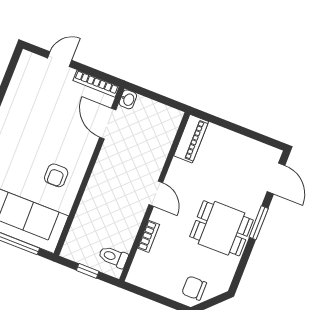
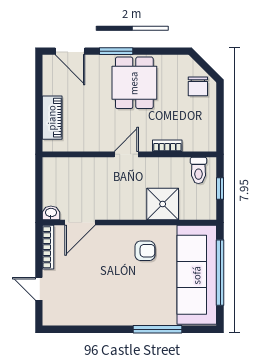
piano: (191, 139) -> (52, 118), moved, turned 90
door: (276, 178) -> (70, 51), swing flipped
shower: (94, 210) -> (163, 204), added

